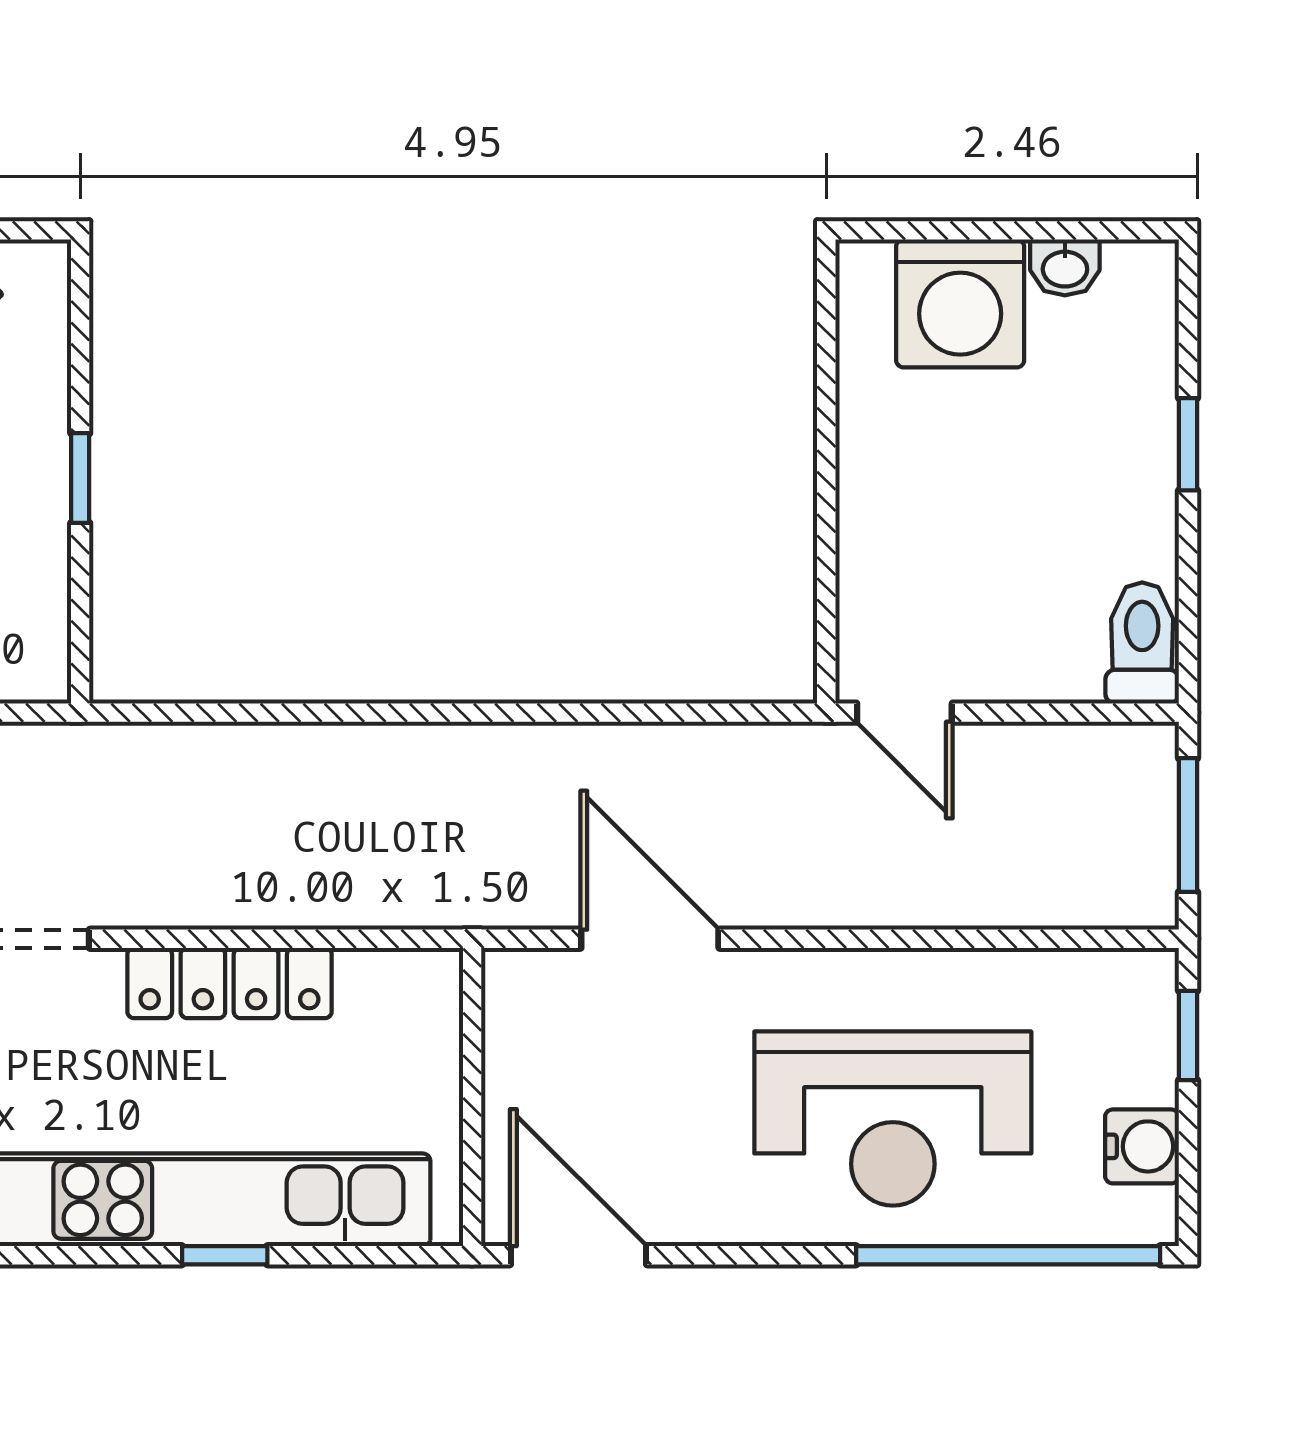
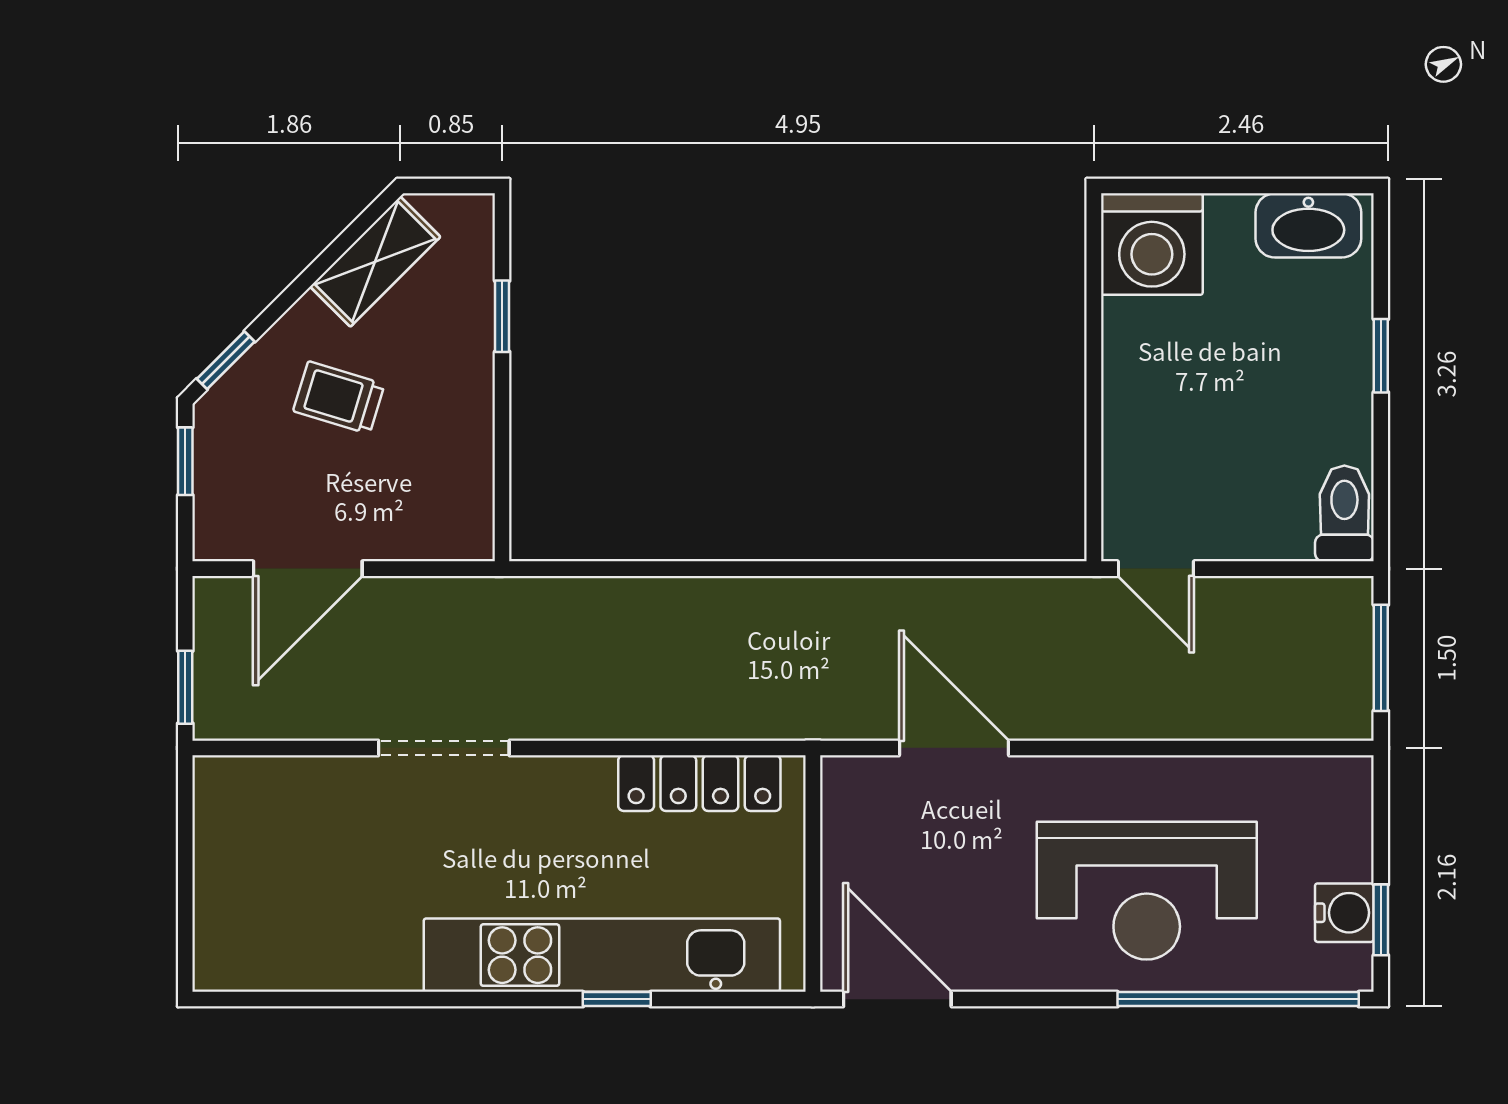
washbasin: (1065, 267) -> (1308, 225), width x1.91, depth x1.45
washing machine: (960, 303) -> (1152, 244), moved
window: (80, 478) -> (502, 316), moved
locker: (229, 983) -> (699, 783), moved
window: (1188, 1036) -> (1381, 920), moved

